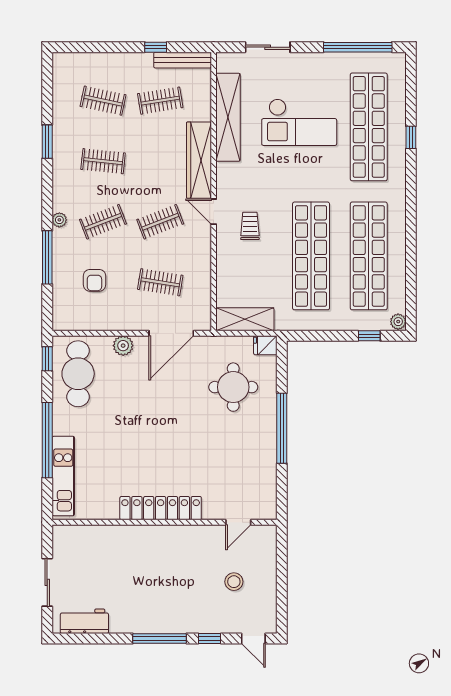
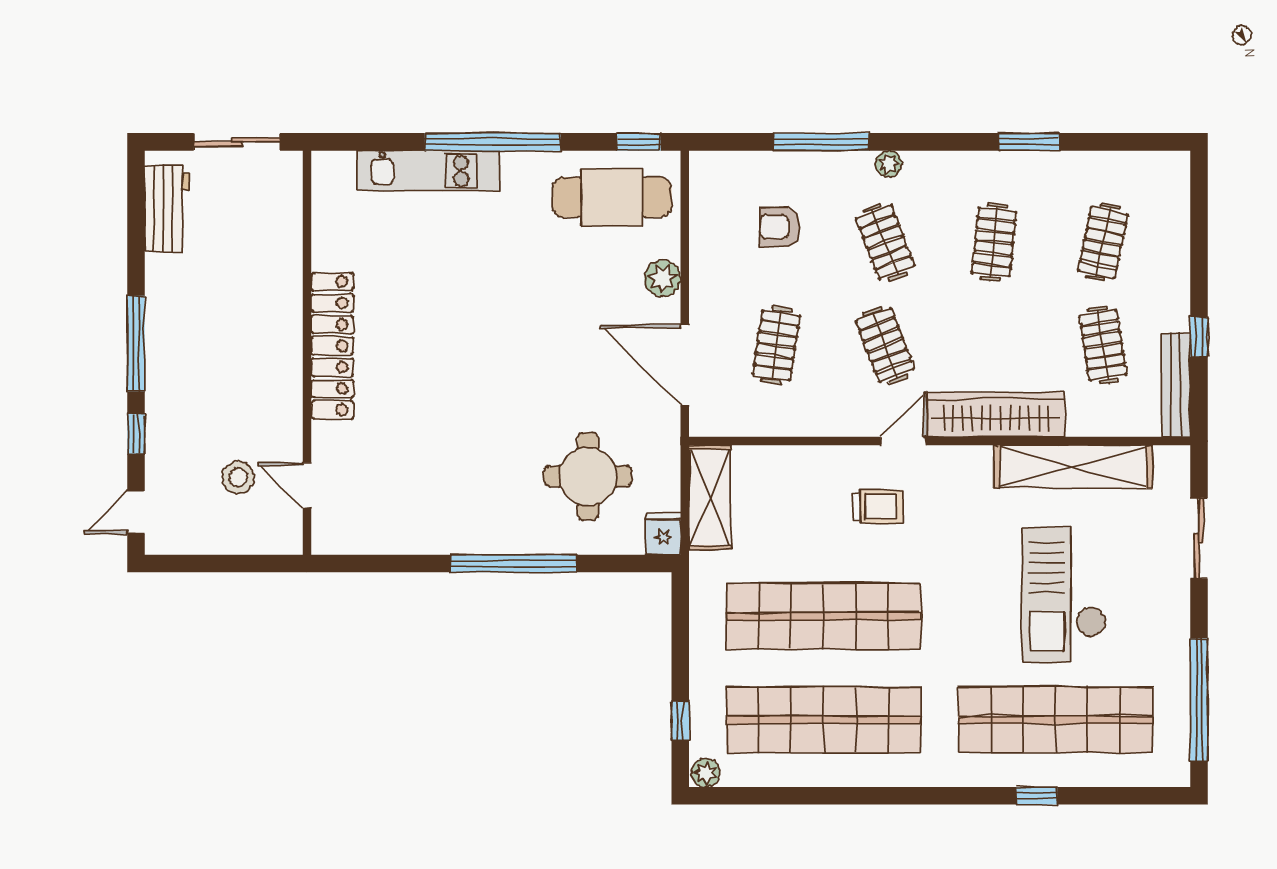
locker: (161, 508) -> (332, 346), moved
wall: (164, 522) -> (307, 353), moved
door: (238, 522) -> (307, 485), moved

